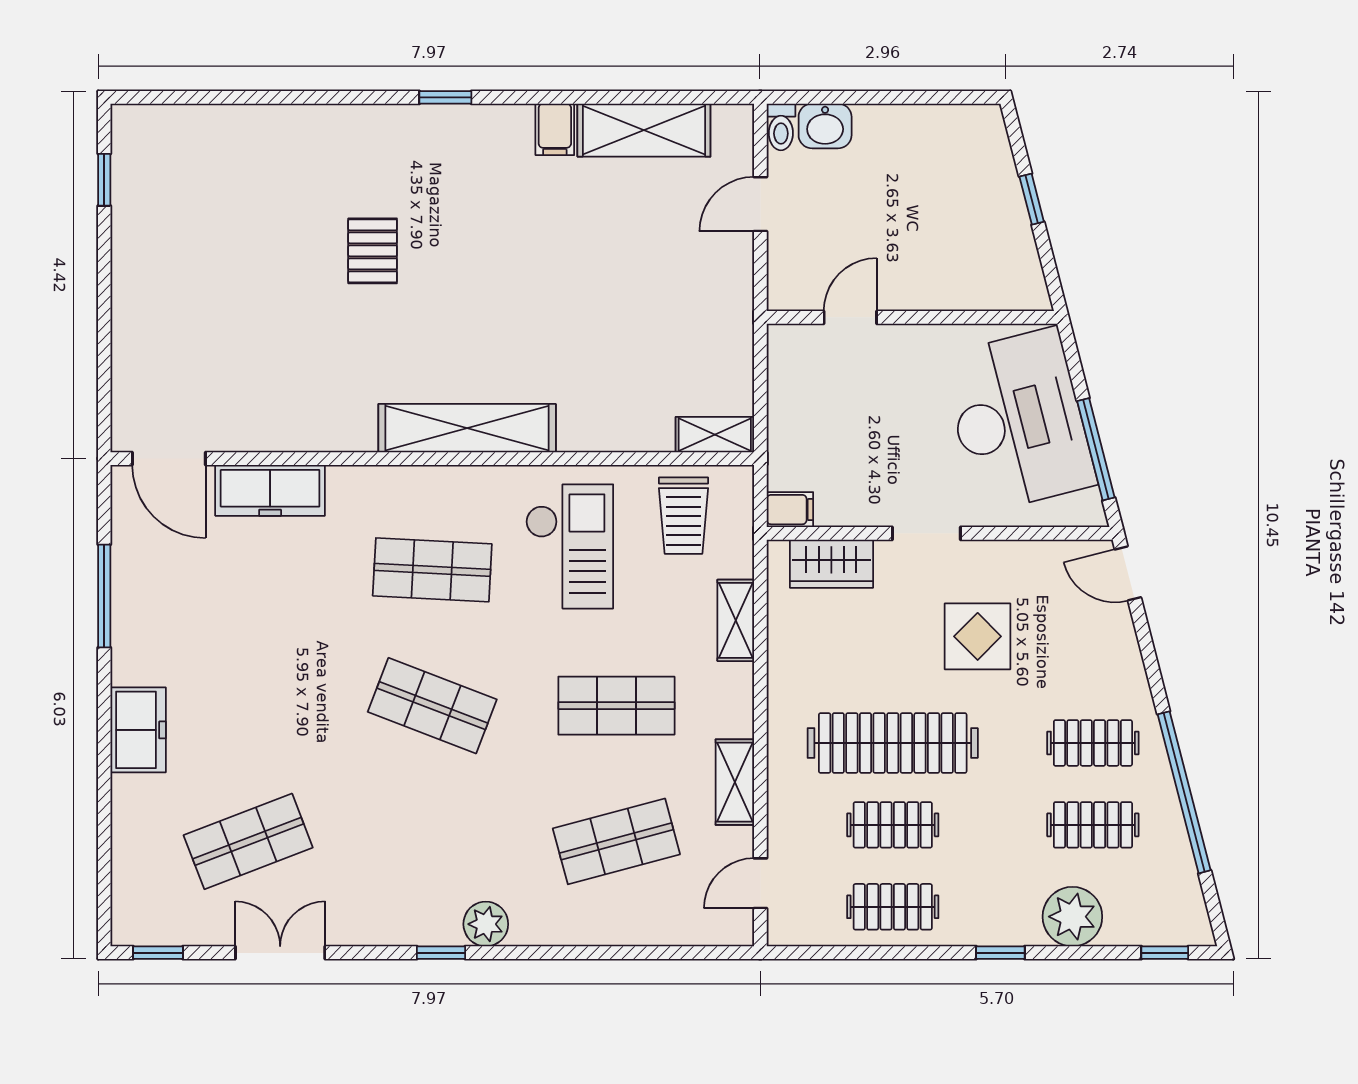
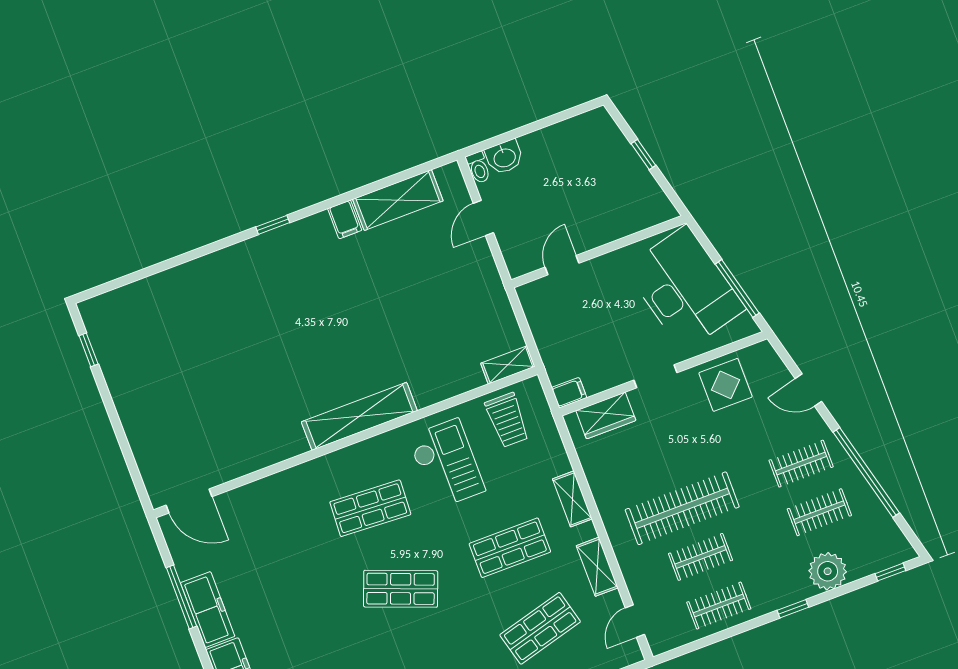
pallet: (373, 251) -> (264, 332), removed
freezer: (270, 490) -> (208, 610), moved, turned -90
door: (1128, 573) -> (808, 390), moved
shelving: (736, 620) -> (572, 499), moved
display table: (978, 636) -> (726, 385), moved

